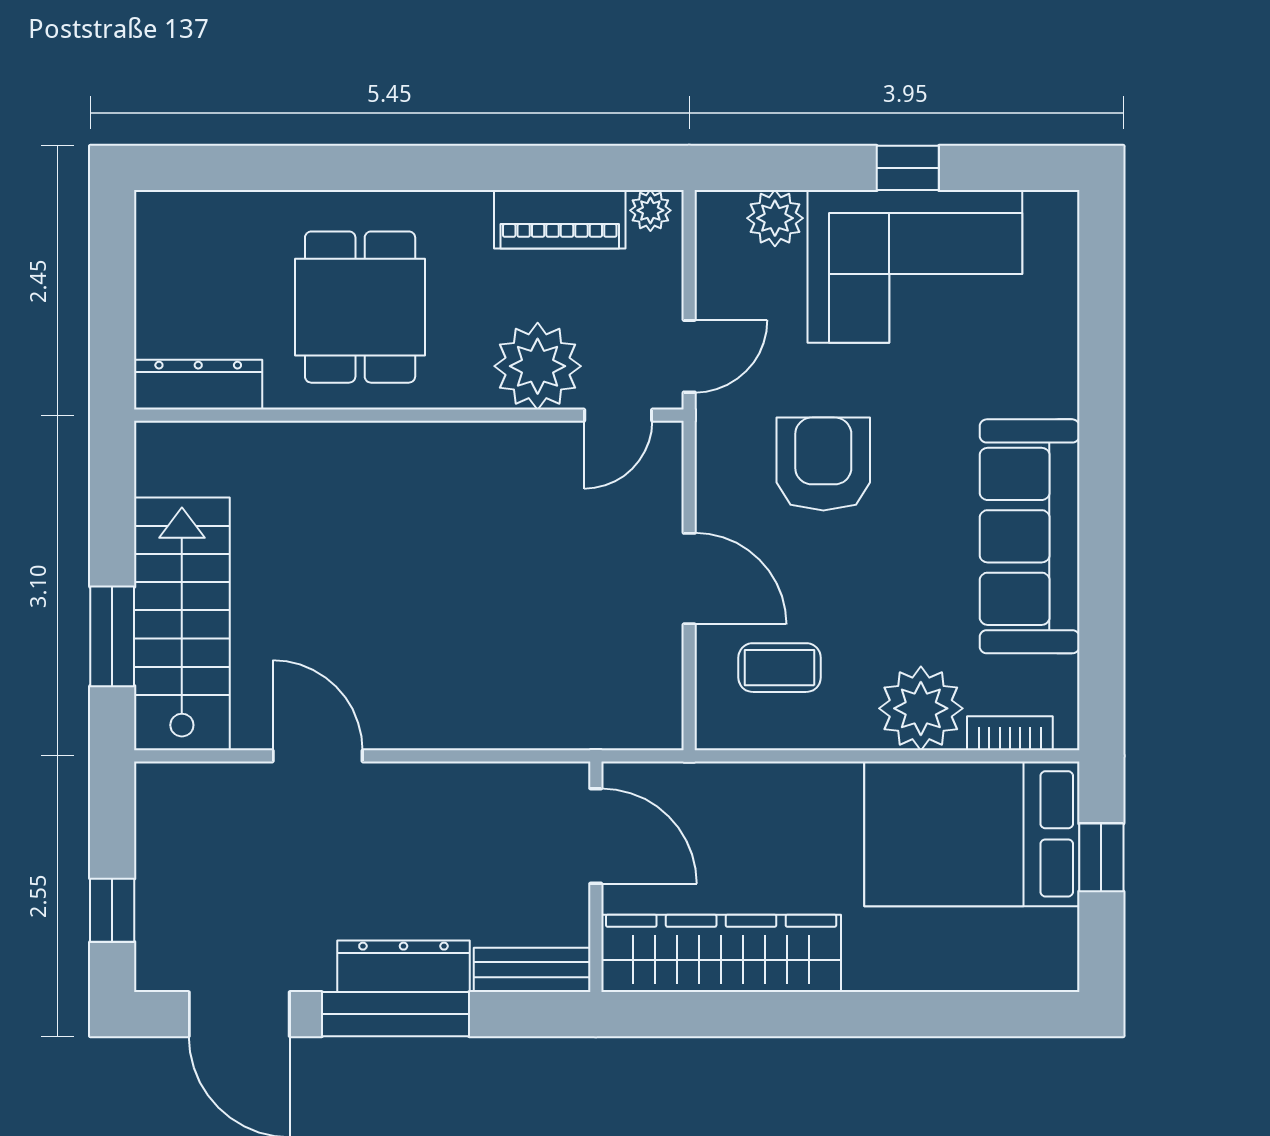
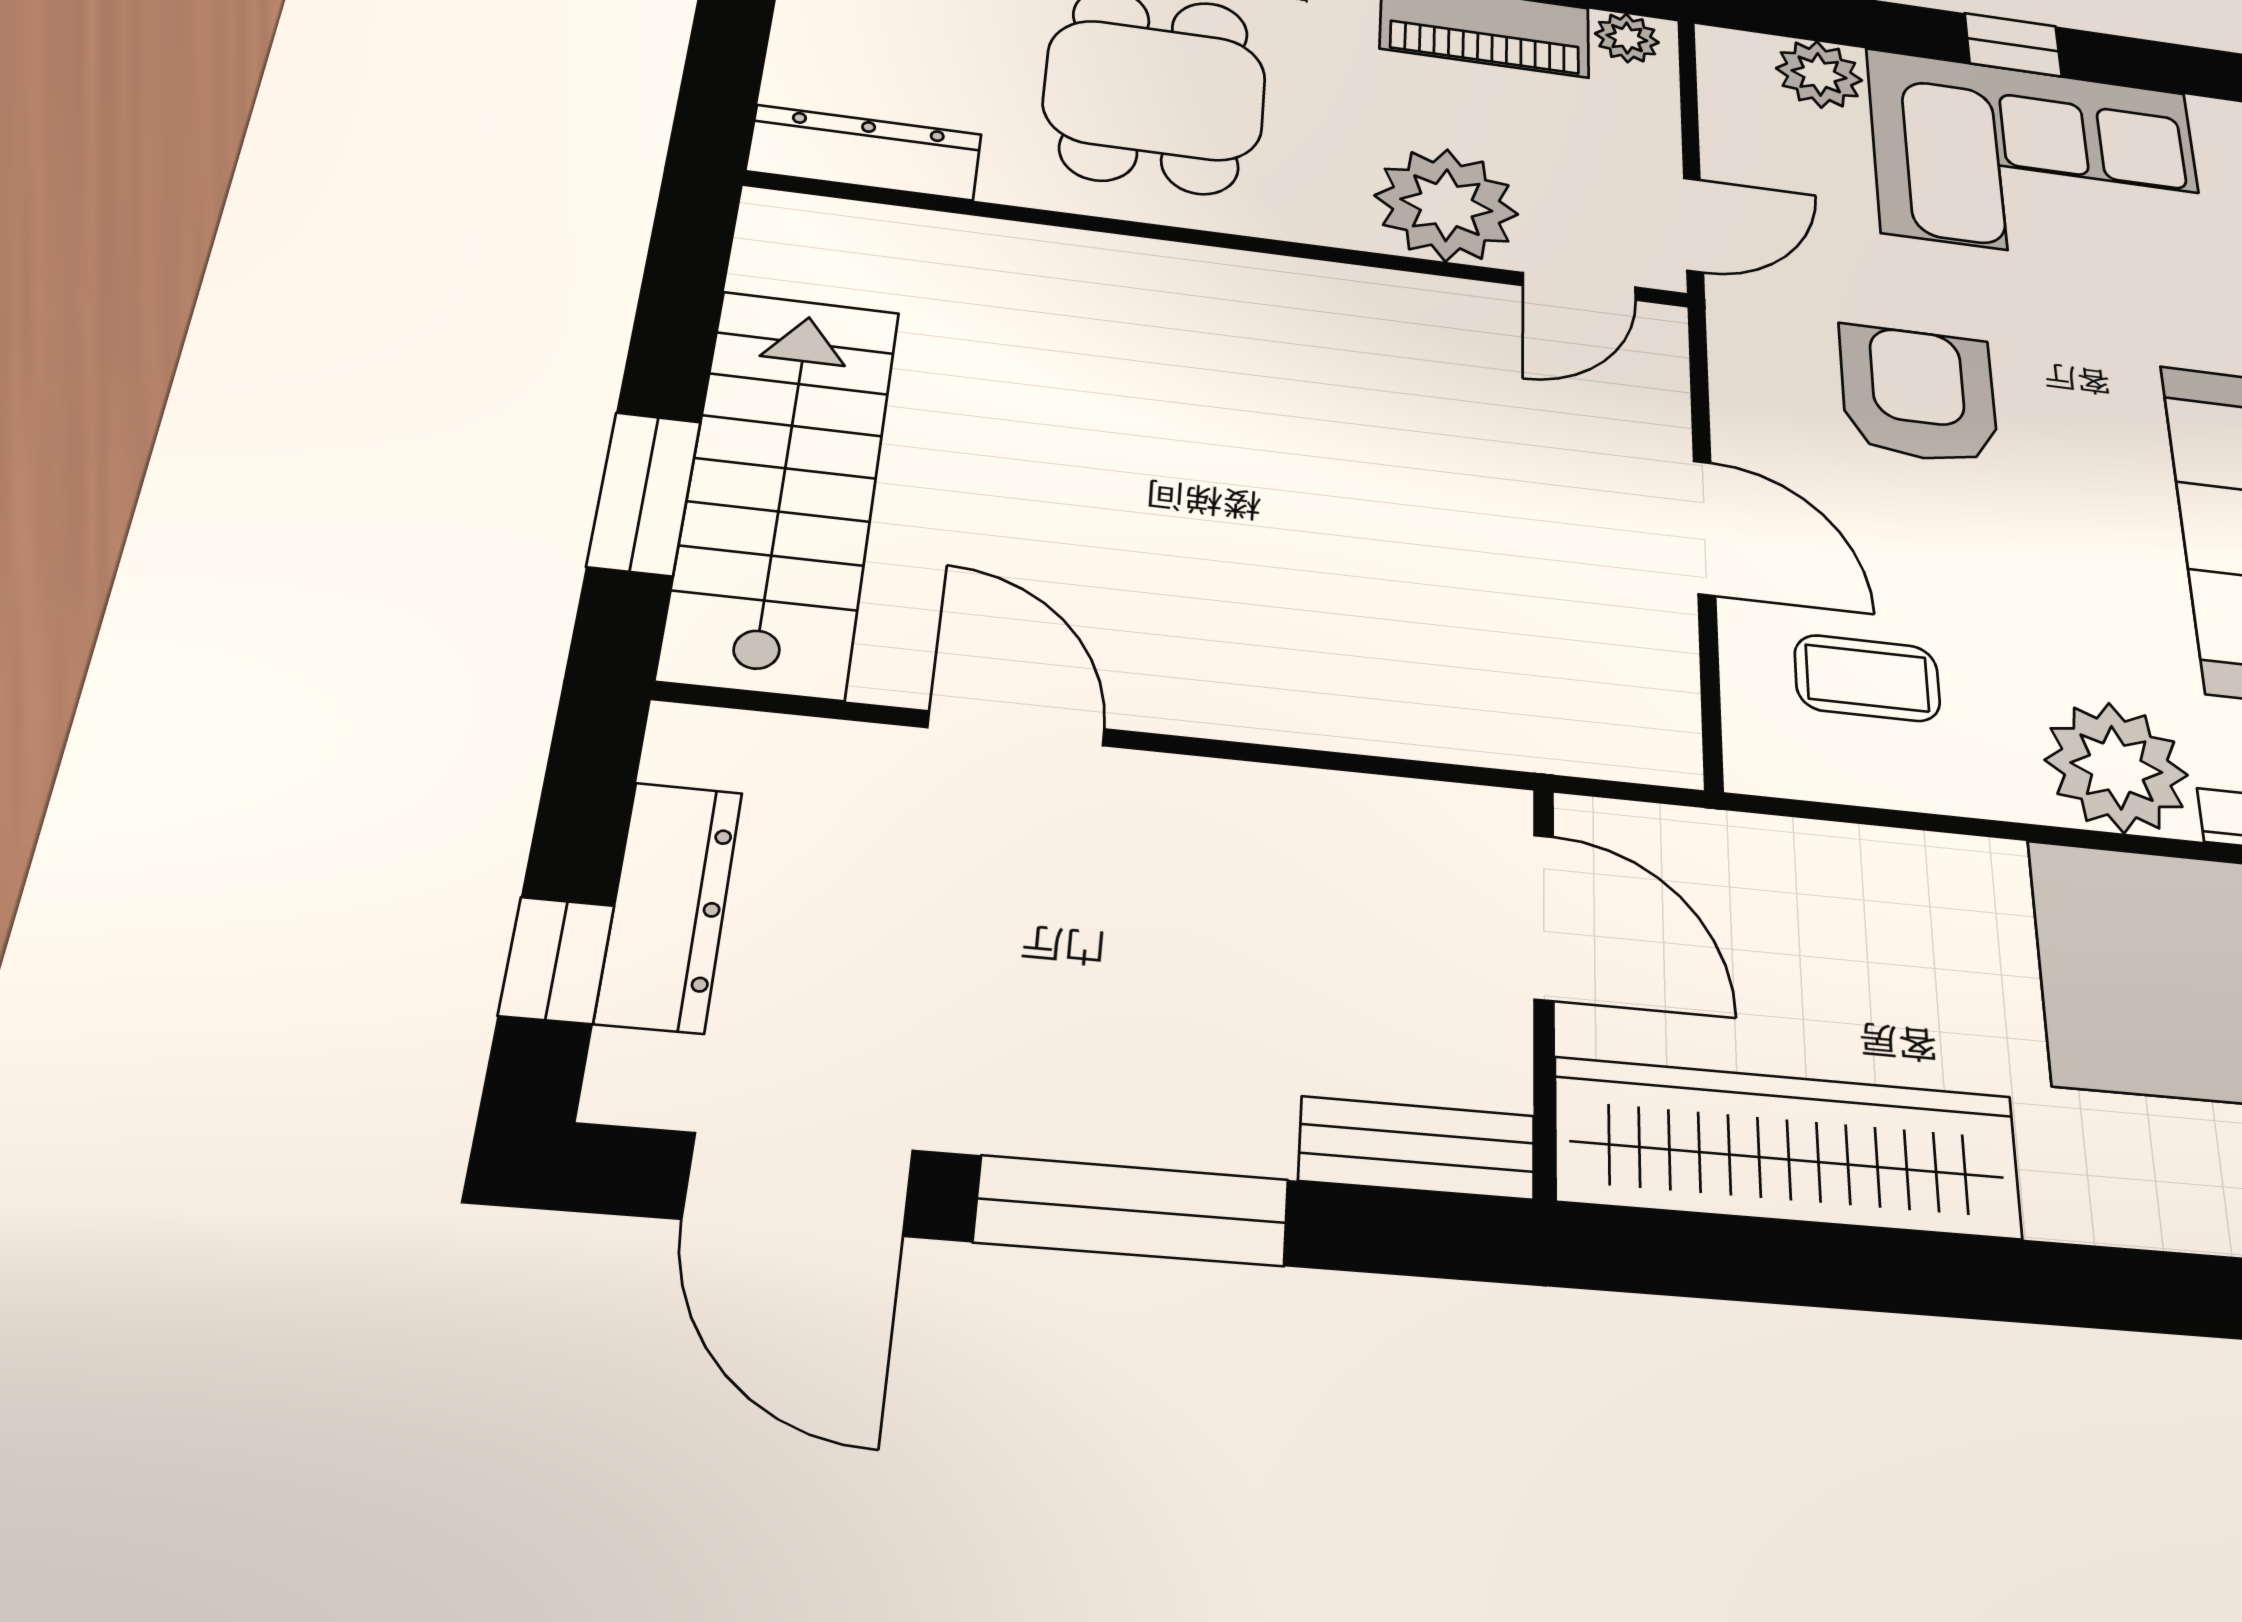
dresser: (403, 966) -> (669, 906), moved, turned 90

